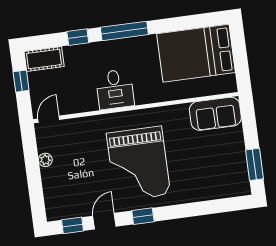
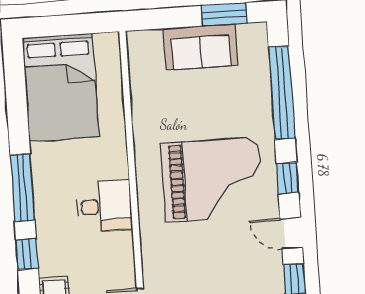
sofa: (215, 114) -> (201, 47), moved, turned 90
window: (202, 208) -> (282, 93), added

